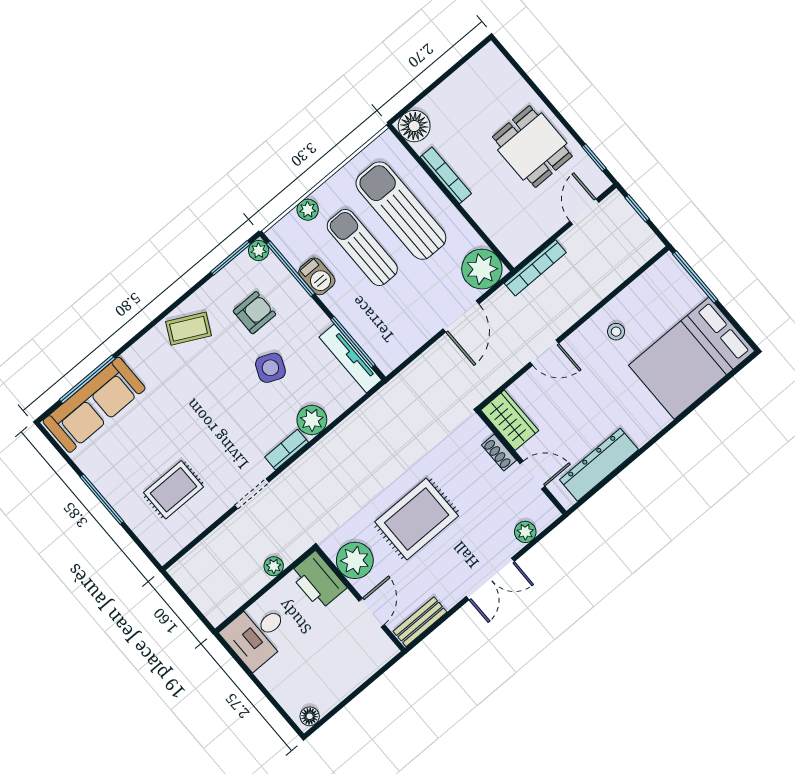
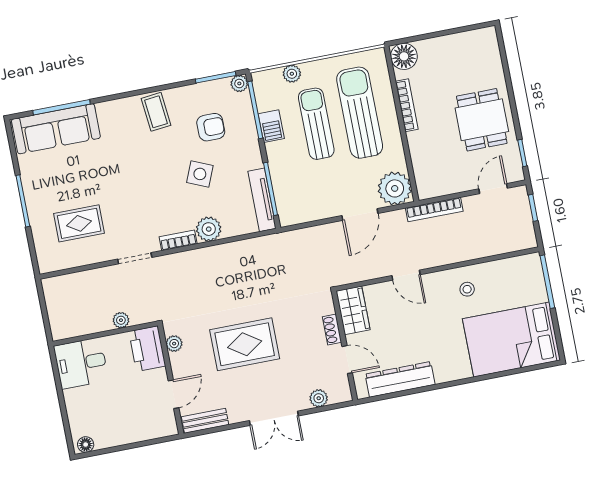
coffee table: (188, 329) -> (156, 112), turned 57
plant: (355, 560) -> (174, 344), width x0.53, depth x0.53

